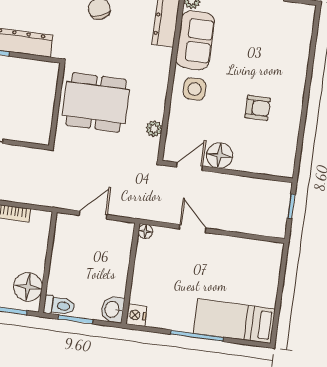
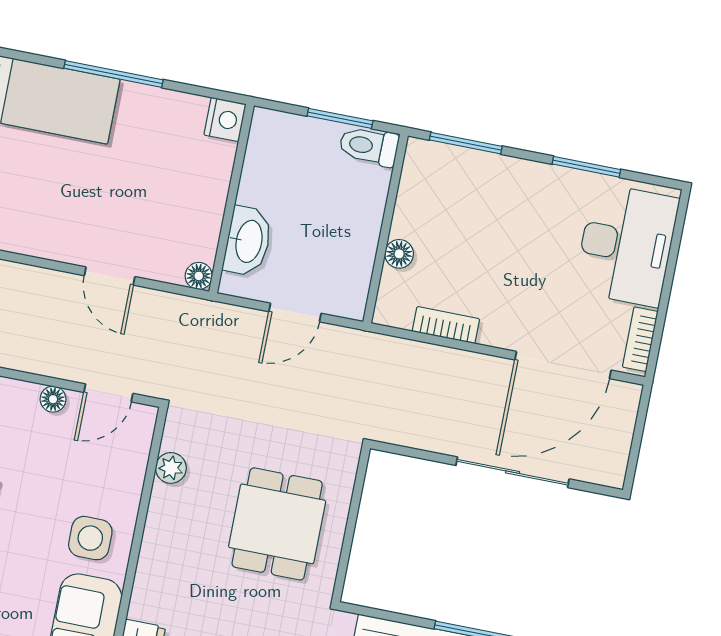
dining table: (96, 102) -> (277, 524), width x0.73
floor lamp: (220, 155) -> (53, 399), width x0.53, depth x0.53
floor lamp: (28, 287) -> (399, 254), moved, width x0.53, depth x0.53
washbasin: (113, 309) -> (248, 241), moved, width x1.38

